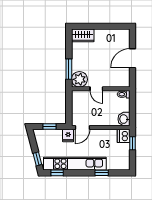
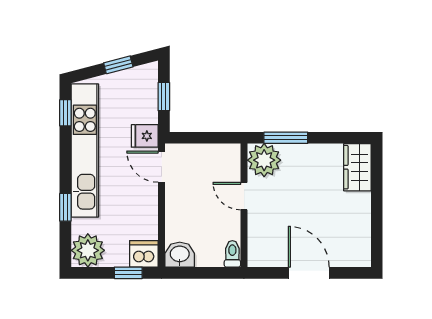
door: (96, 89) -> (244, 196), hinge flipped
window: (37, 159) -> (118, 65), moved
plant: (122, 162) -> (88, 250), added

